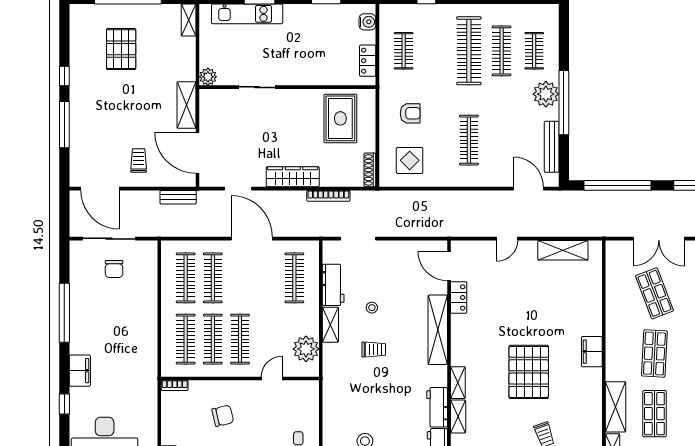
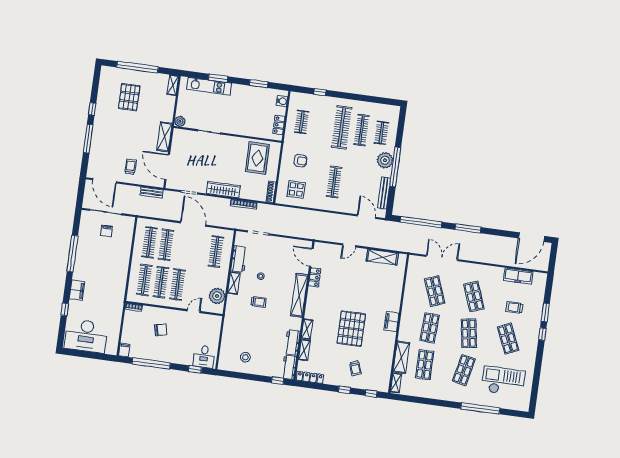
double door: (659, 239) -> (442, 258), swing flipped

